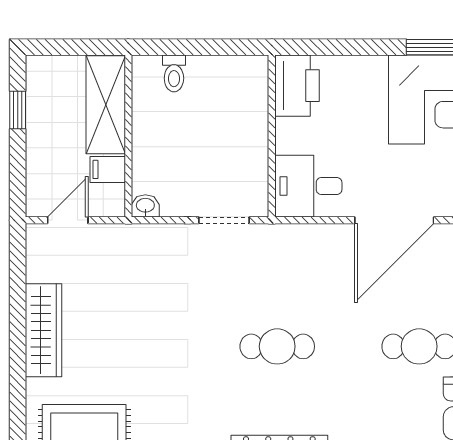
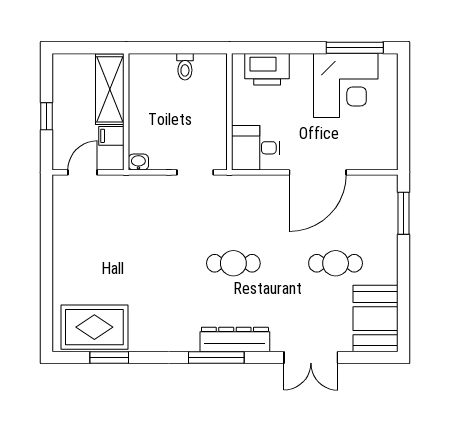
toilet: (174, 73) -> (185, 67), moved
printer: (297, 86) -> (267, 69), moved, turned 90
window: (18, 110) -> (47, 116), moved
wardrobe: (44, 330) -> (65, 252), removed

